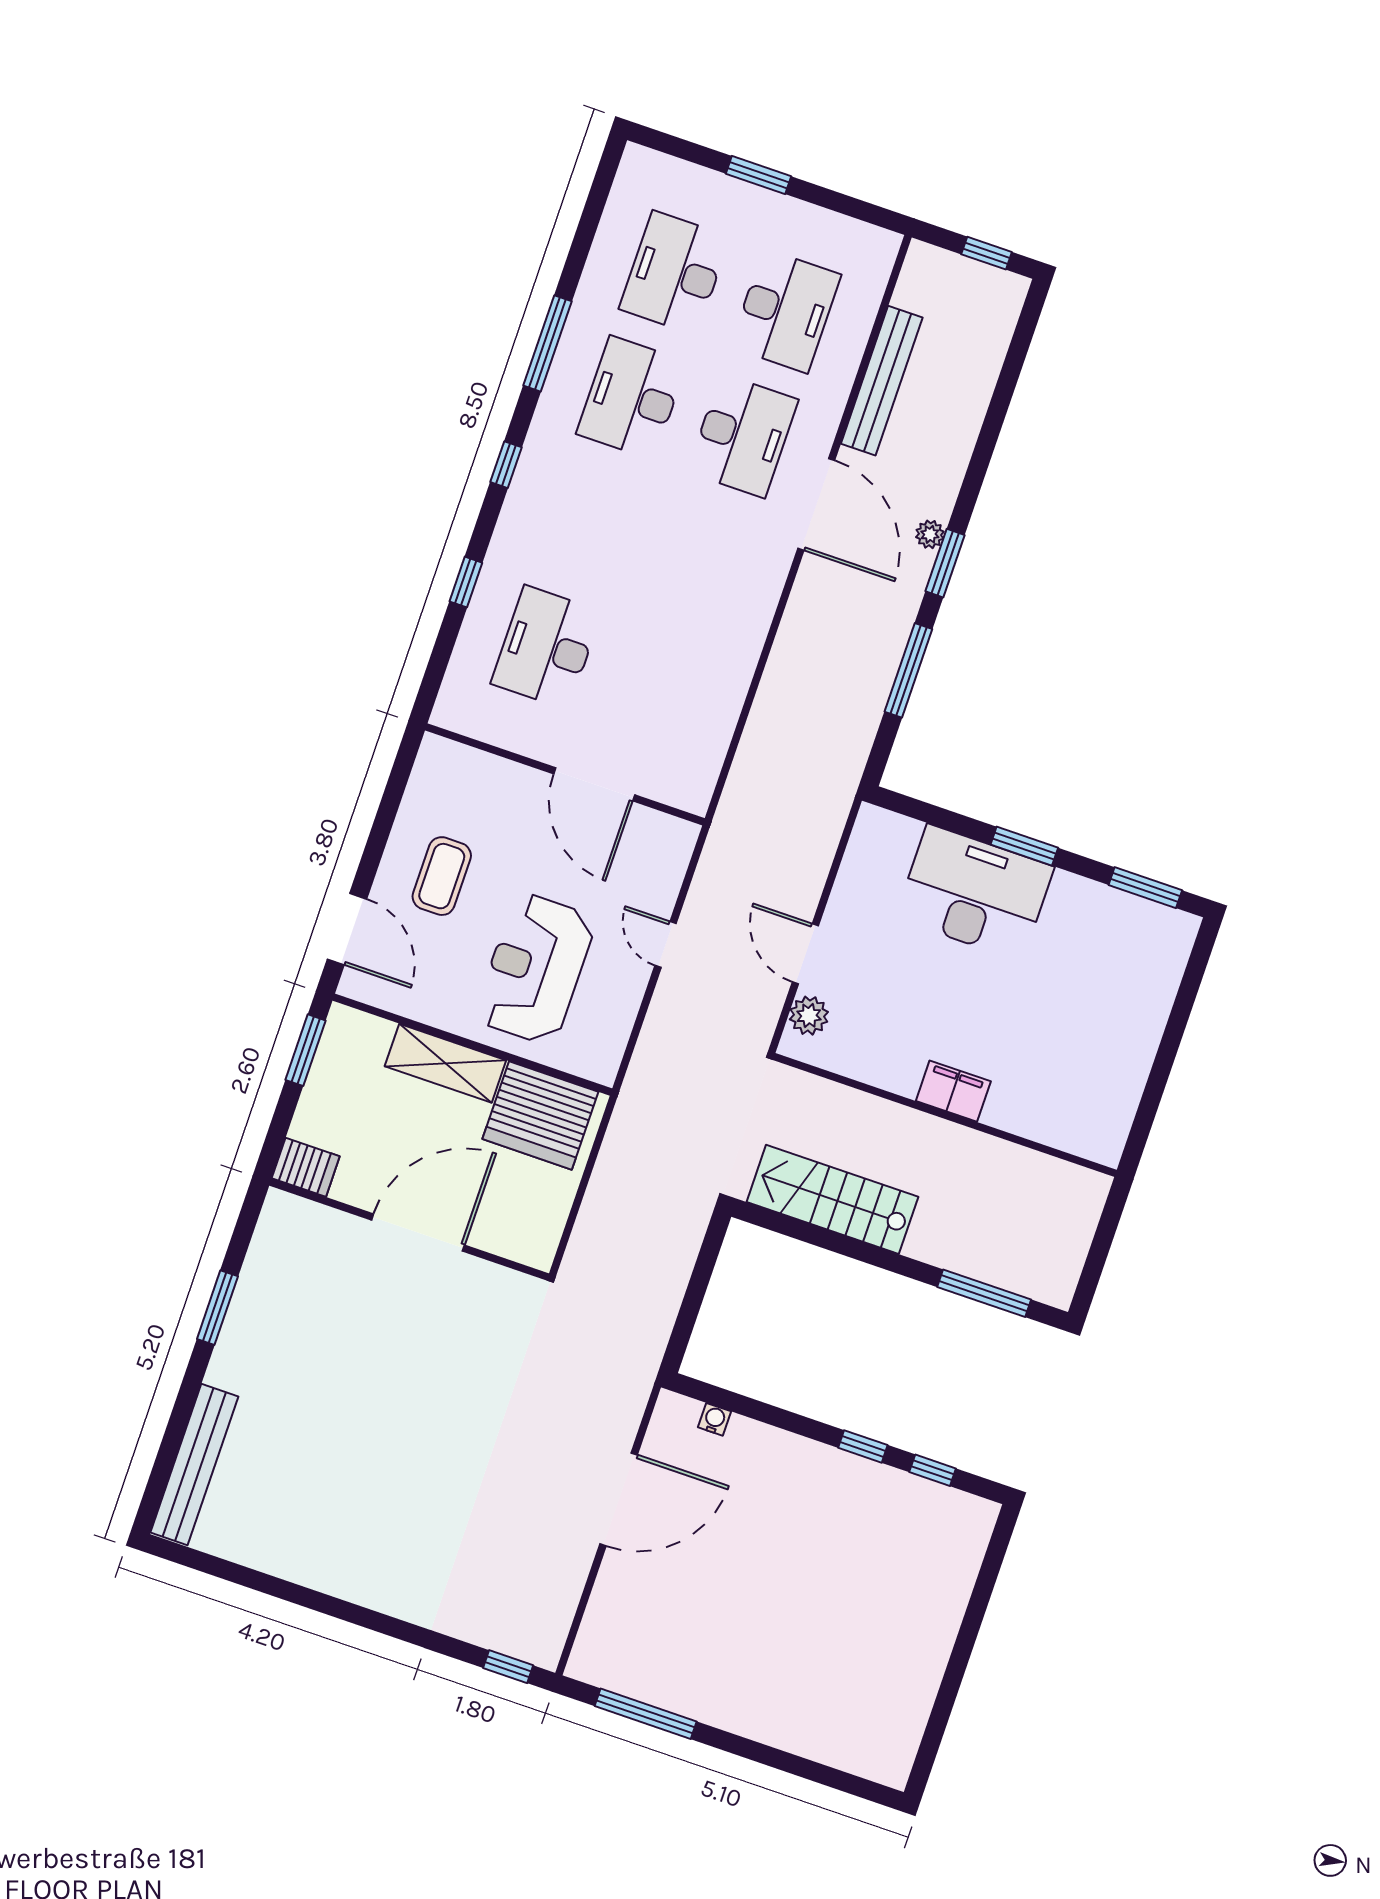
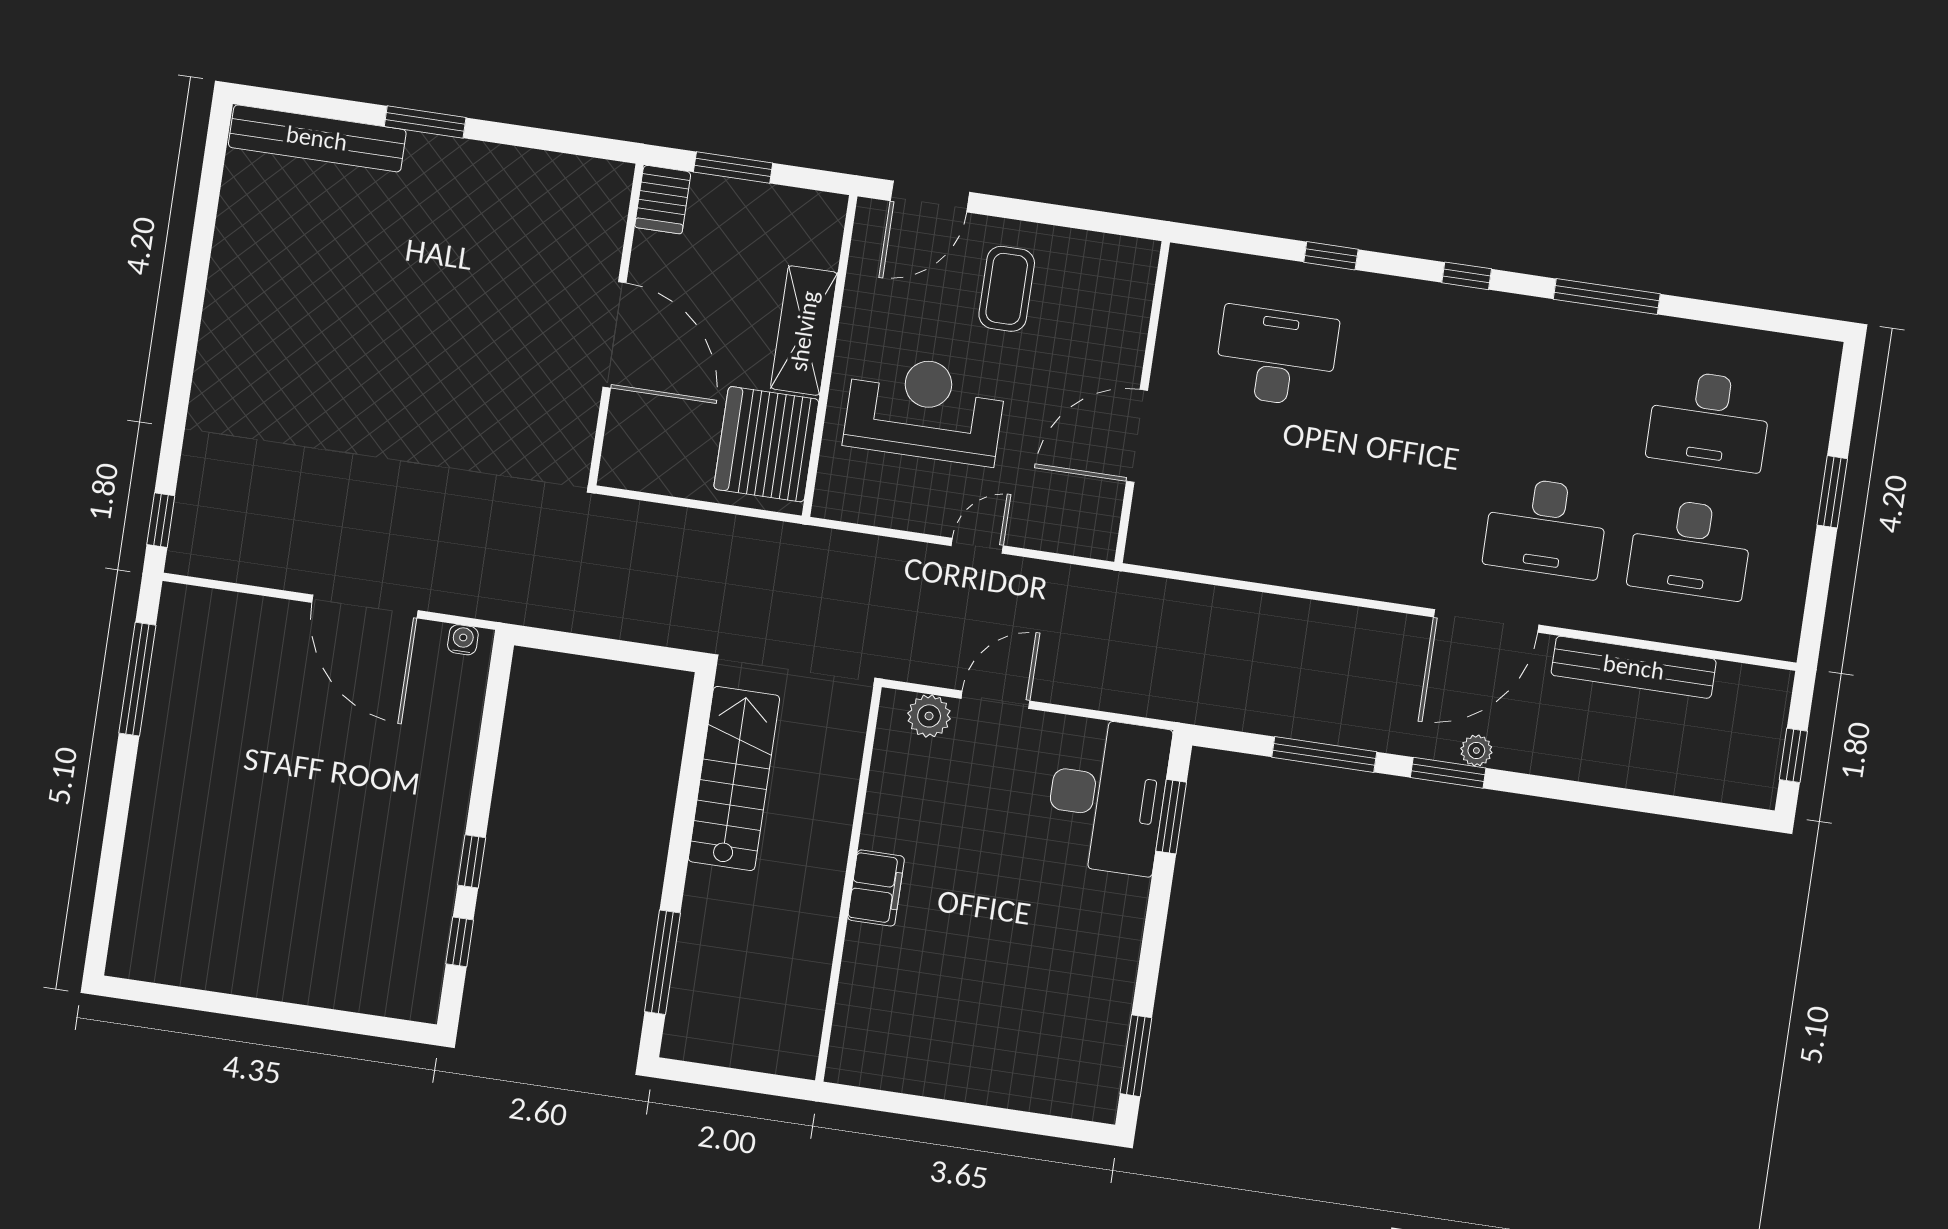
desk: (675, 273) -> (1709, 420), turned 180
desk: (632, 398) -> (1565, 399), removed
window: (1024, 846) -> (1171, 817), moved
coffee table: (442, 876) -> (1007, 289), turned 90
desk: (975, 893) -> (1107, 796), moved
window: (306, 1050) -> (733, 167), moved
window: (217, 1308) -> (425, 122), moved
water cooler: (715, 1419) -> (463, 640), moved, turned -90

